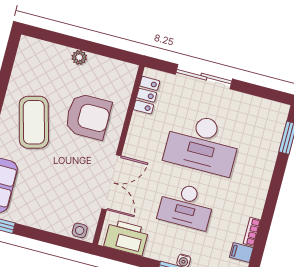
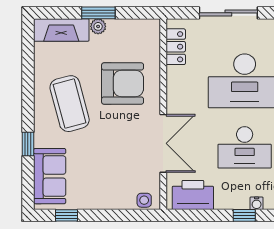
window: (83, 45) -> (98, 13), added
fireplace: (44, 52) -> (61, 30), added

